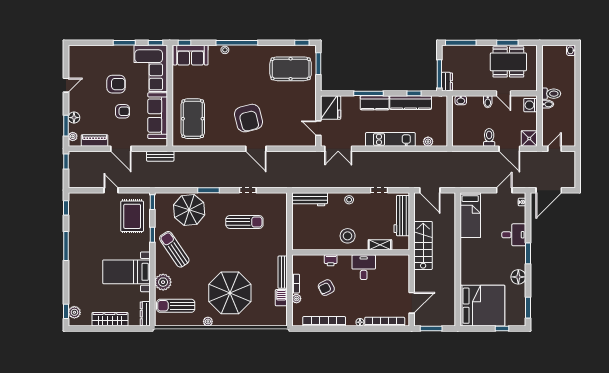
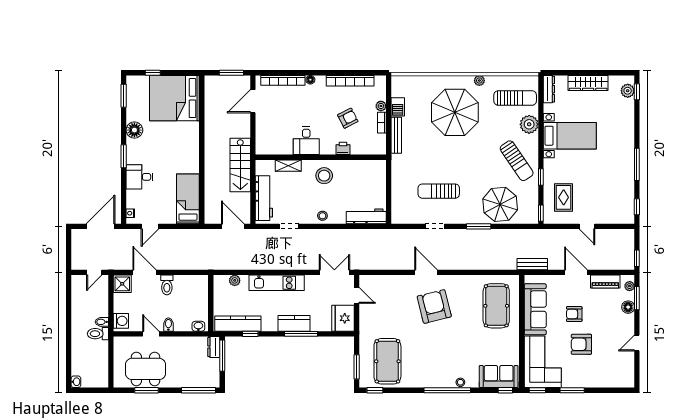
pool table: (291, 69) -> (387, 361), turned 90
kitchen counter: (411, 103) -> (238, 324), moved
rug: (132, 216) -> (564, 197), width x0.73, depth x0.70

